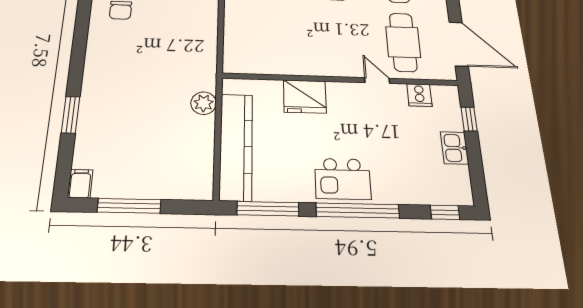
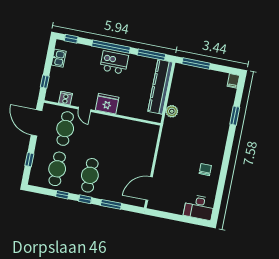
fridge: (305, 97) -> (107, 104), moved
kitchen sink: (455, 148) -> (59, 58), moved
window: (129, 206) -> (196, 63), moved

